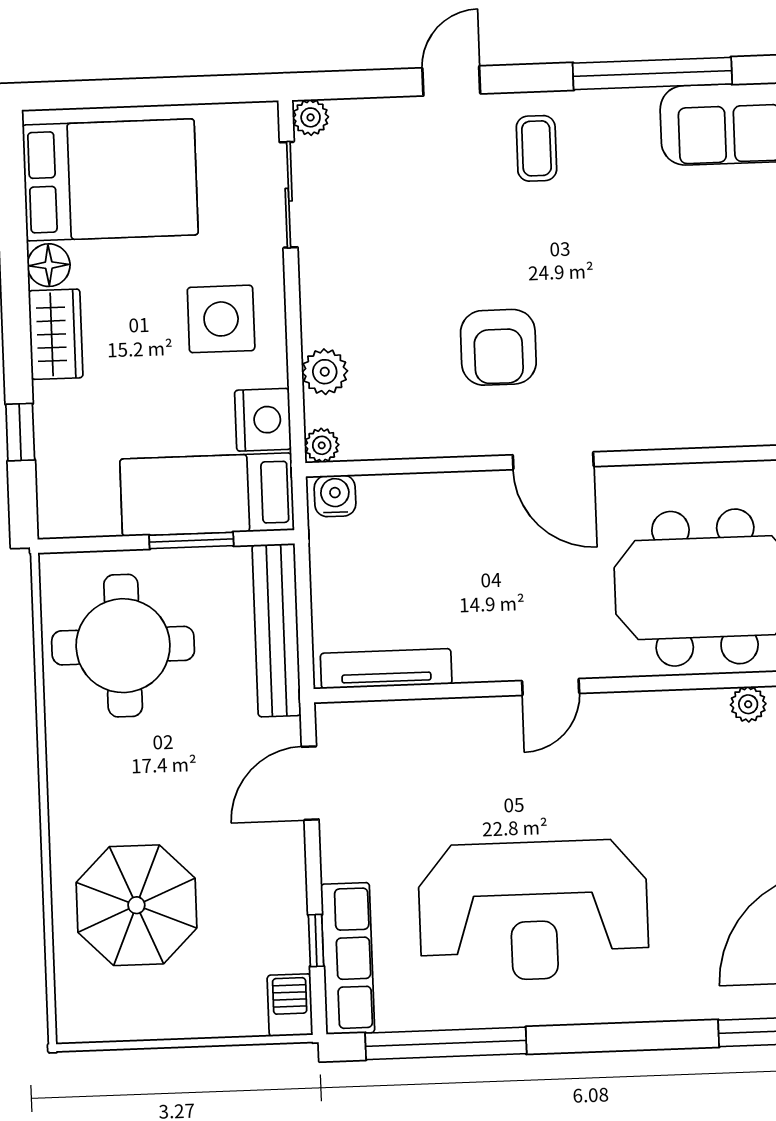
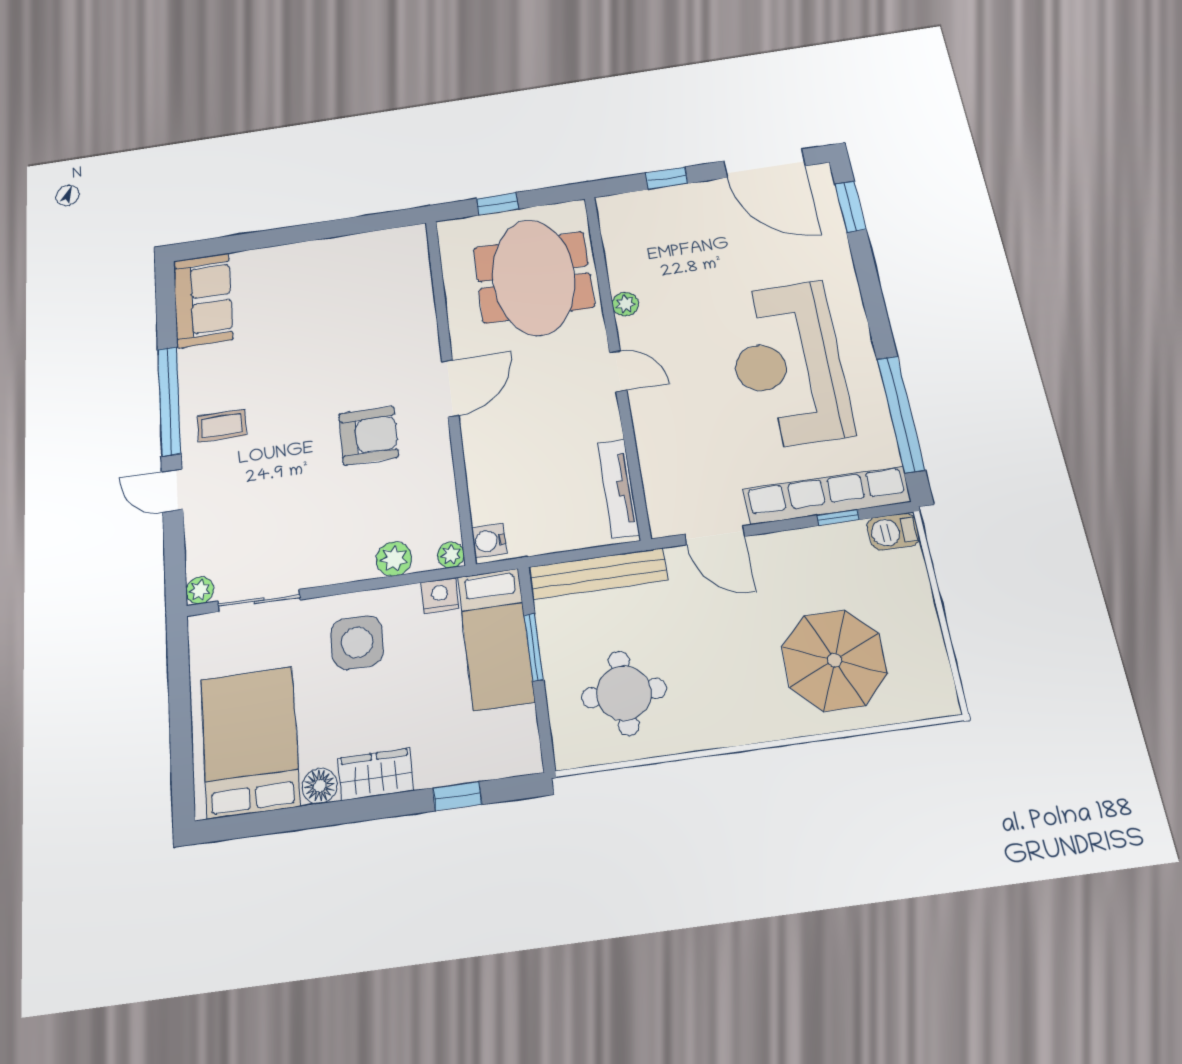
window: (652, 73) -> (169, 401), moved
nightstand: (263, 420) -> (440, 596), width x0.74, depth x0.75
round table: (123, 646) -> (624, 693), width x0.73, depth x0.73
plant: (748, 704) -> (625, 304), moved
reception desk: (533, 911) -> (788, 364), turned 180
row of seats: (348, 958) -> (827, 495), width x1.36

